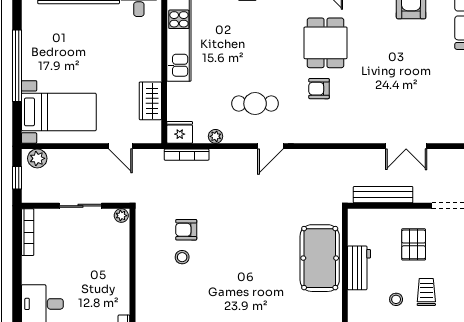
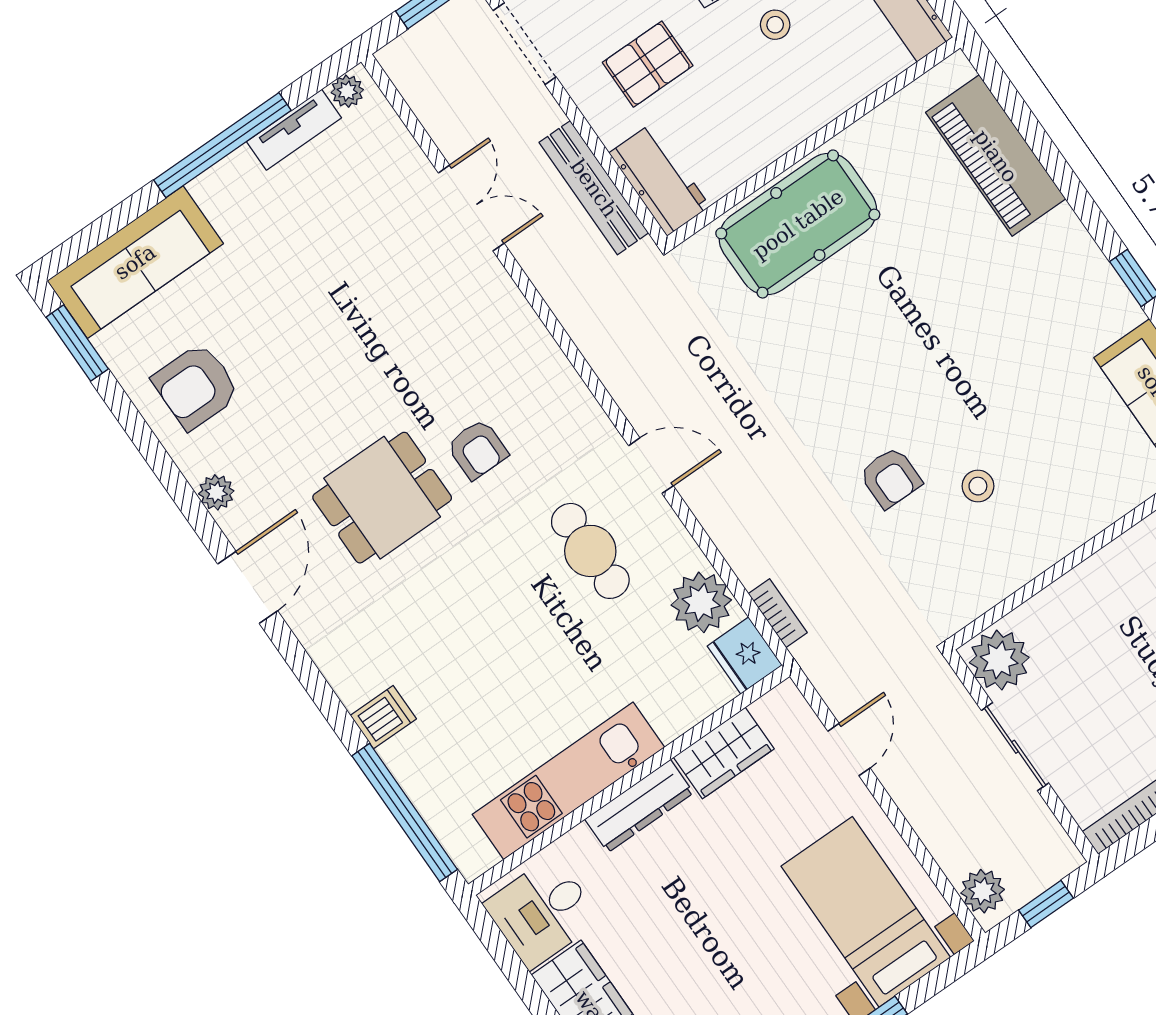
dresser: (152, 58) -> (639, 806), added
plant: (216, 136) -> (701, 602), width x1.88, depth x1.88
bookcase: (187, 155) -> (778, 613), width x0.64
plant: (121, 216) -> (999, 660), width x1.88, depth x1.88
armchair: (186, 230) -> (891, 478), moved
workbench: (359, 268) -> (659, 180), moved, turned 90

